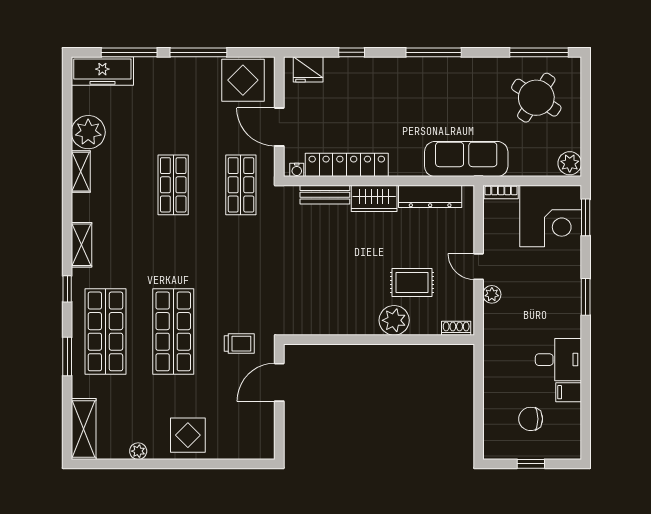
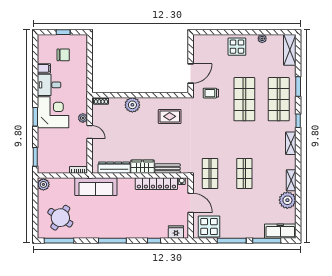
corner desk: (551, 216) -> (53, 112), moved, turned 90
rug: (412, 282) -> (170, 116), moved

